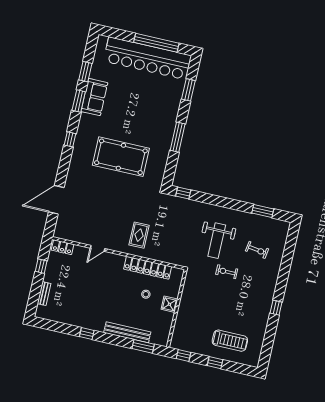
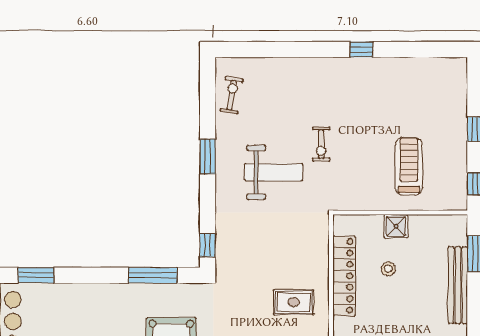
window: (178, 137) -> (153, 275), moved
window: (263, 211) -> (208, 156), moved
exercise bike: (257, 250) -> (232, 95), moved
treadmill: (230, 341) -> (409, 166), moved

